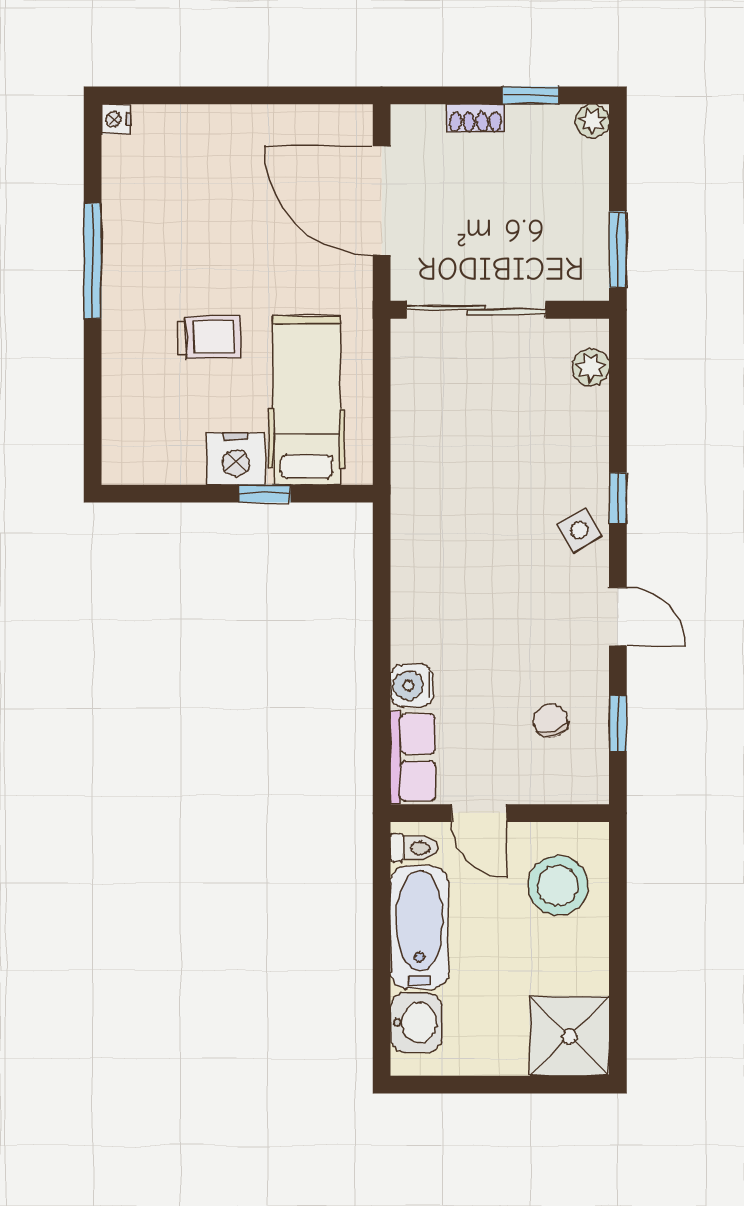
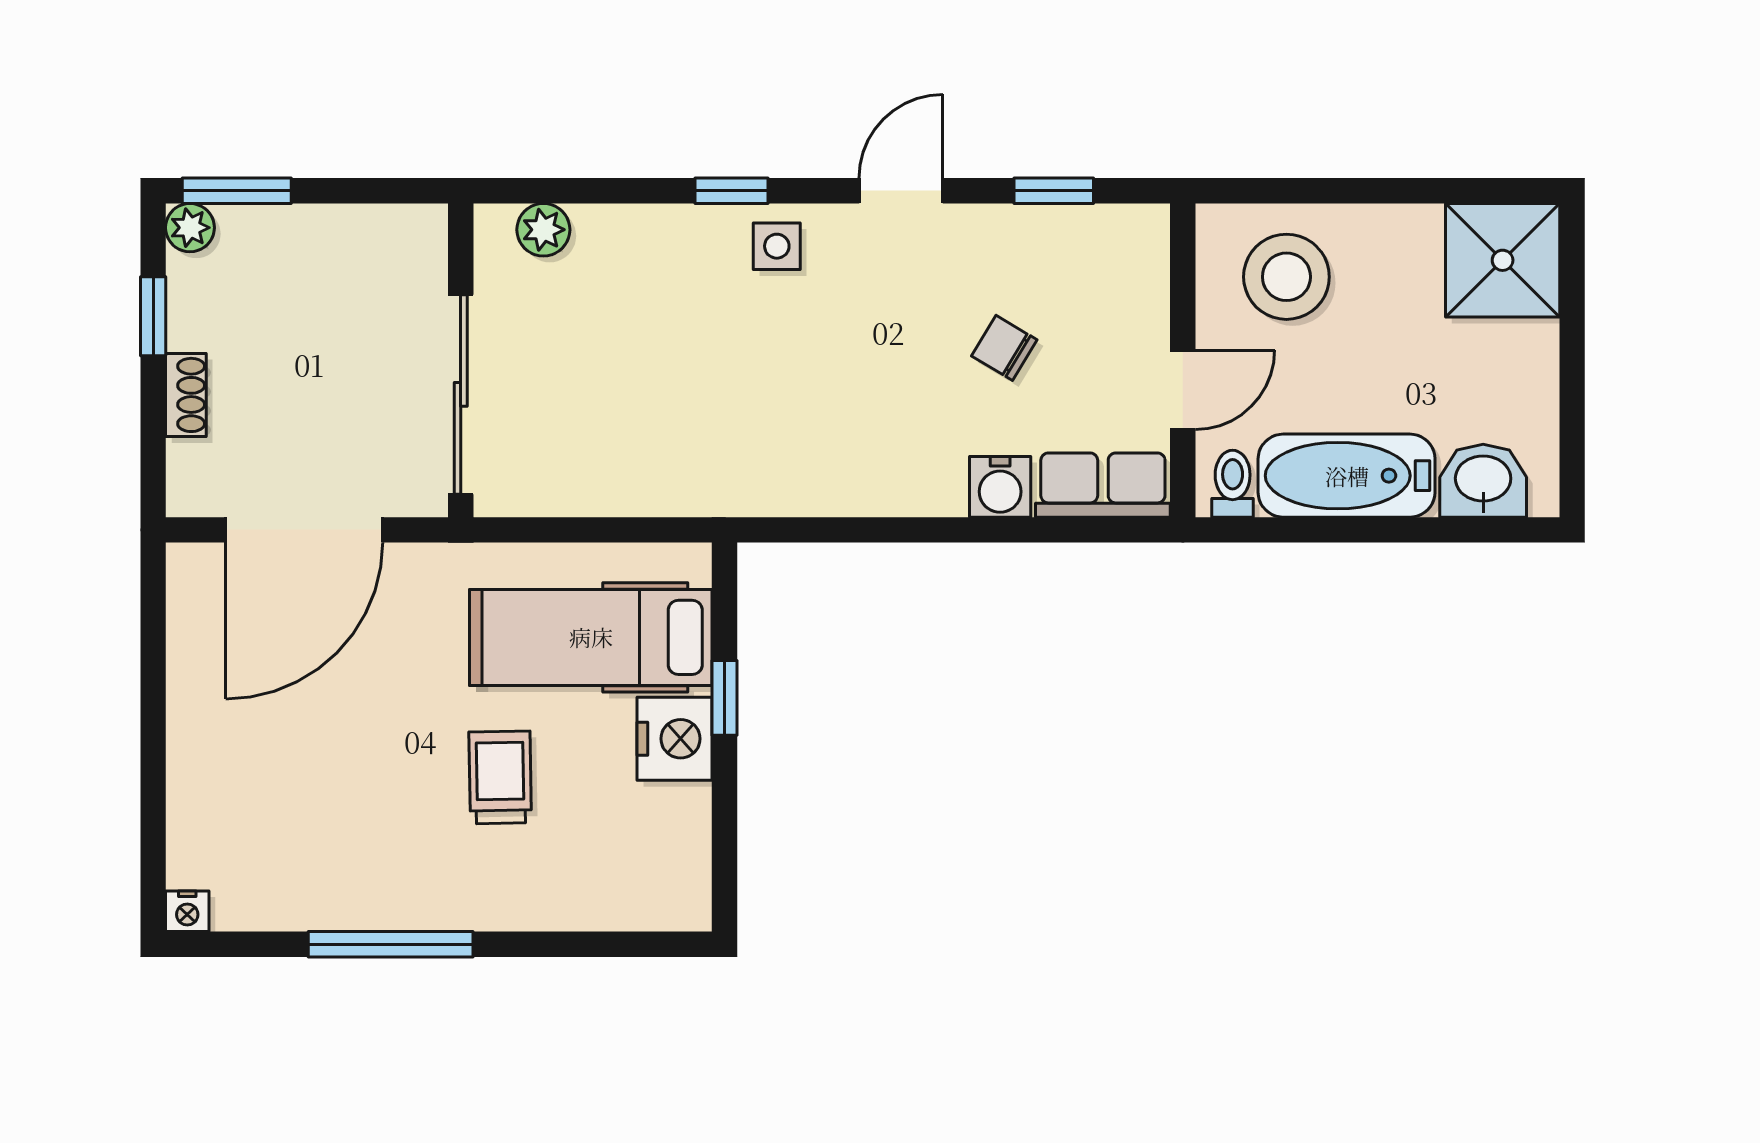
window: (618, 250) -> (237, 191), moved
side table: (579, 530) -> (777, 246), turned 31
chair: (550, 721) -> (1004, 348), moved, turned 52

